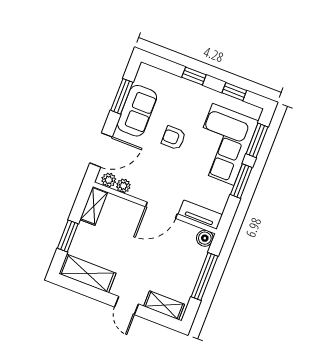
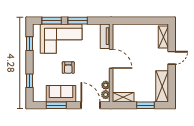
window: (194, 76) -> (29, 81), moved
boiler: (205, 238) -> (117, 29), removed
window: (204, 277) -> (139, 21), removed

